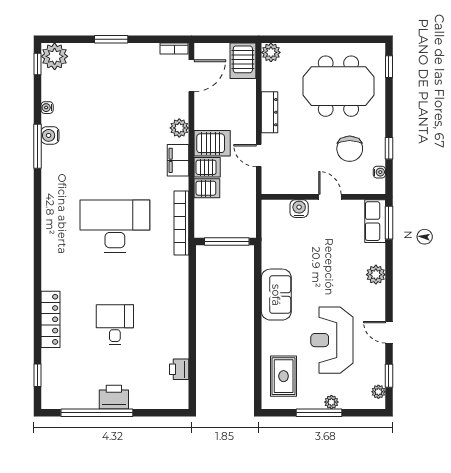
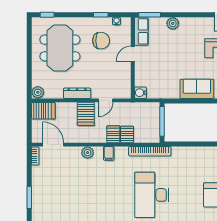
server rack: (212, 143) -> (86, 114), moved, turned 180
filing cabinet: (178, 160) -> (109, 153), width x0.50
water cooler: (299, 209) -> (140, 93), moved
row of seats: (375, 221) -> (141, 31), moved, turned -90
plant: (376, 275) -> (173, 23), moved

